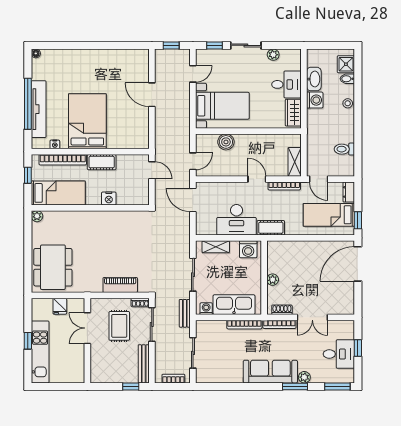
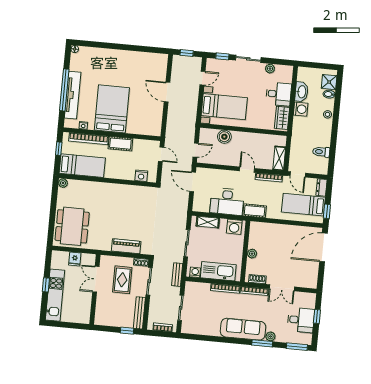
nightstand: (109, 198) -> (141, 176), moved

